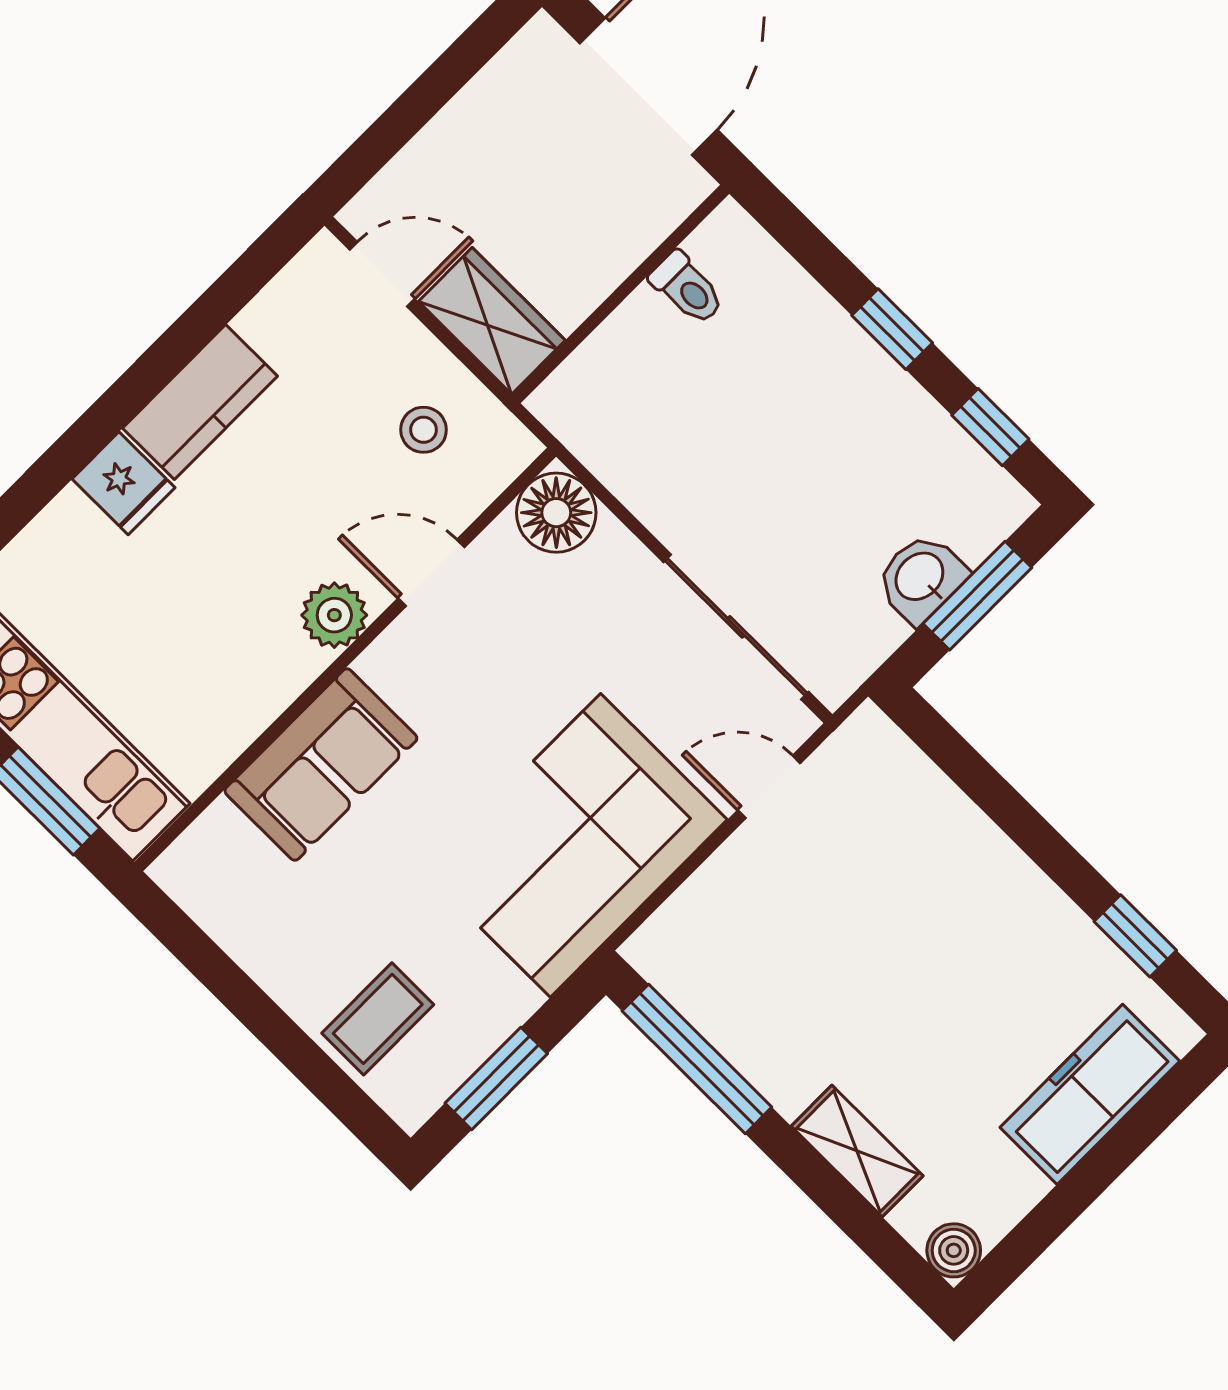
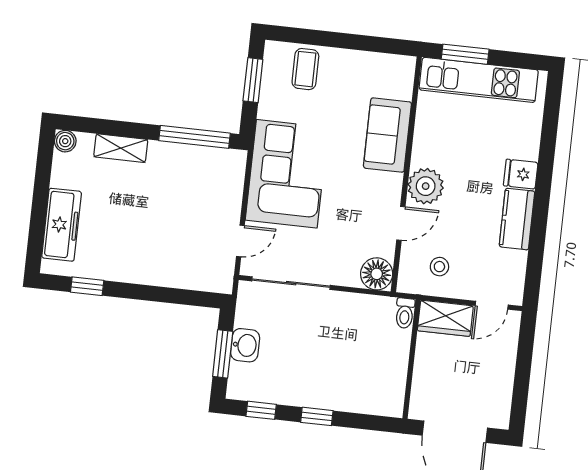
toilet: (687, 288) -> (405, 313), moved, turned -90
plant: (334, 615) -> (426, 186), width x1.36, depth x1.36

